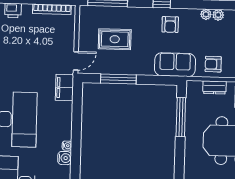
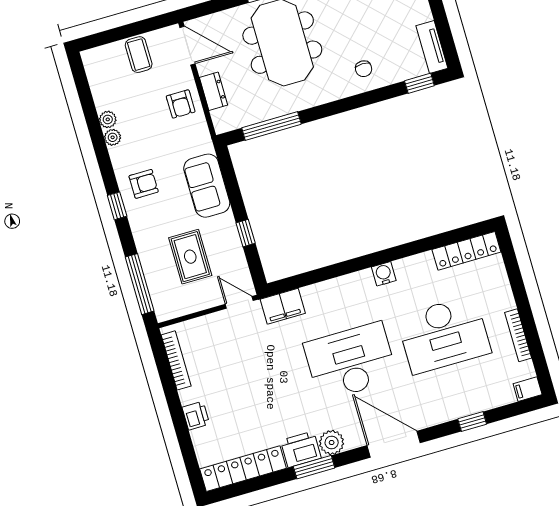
sofa: (175, 65) -> (207, 186), moved
window: (118, 79) -> (246, 233), width x0.46
water cooler: (67, 146) -> (365, 276), removed

